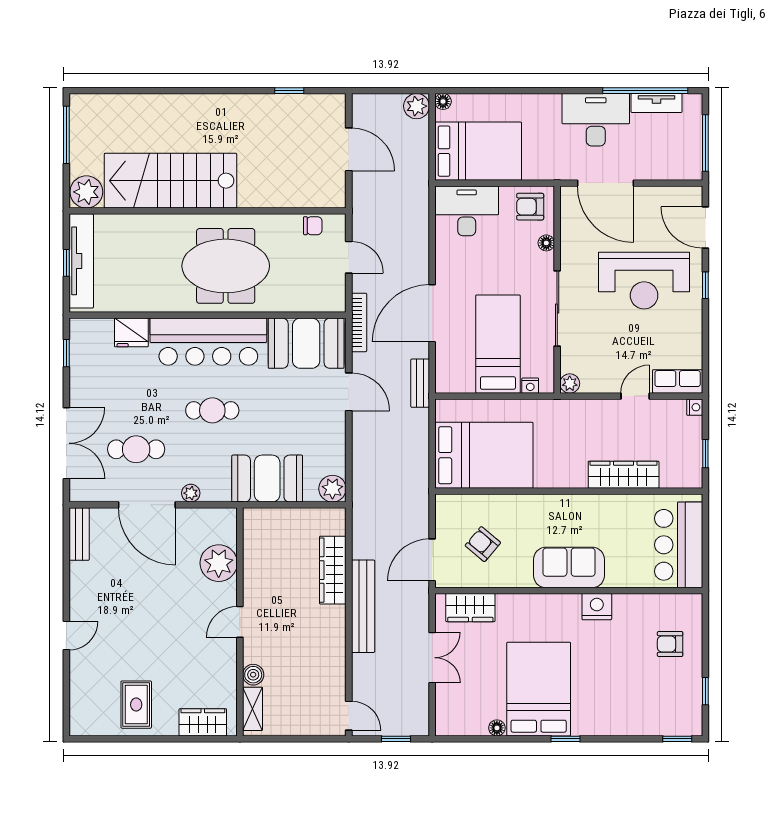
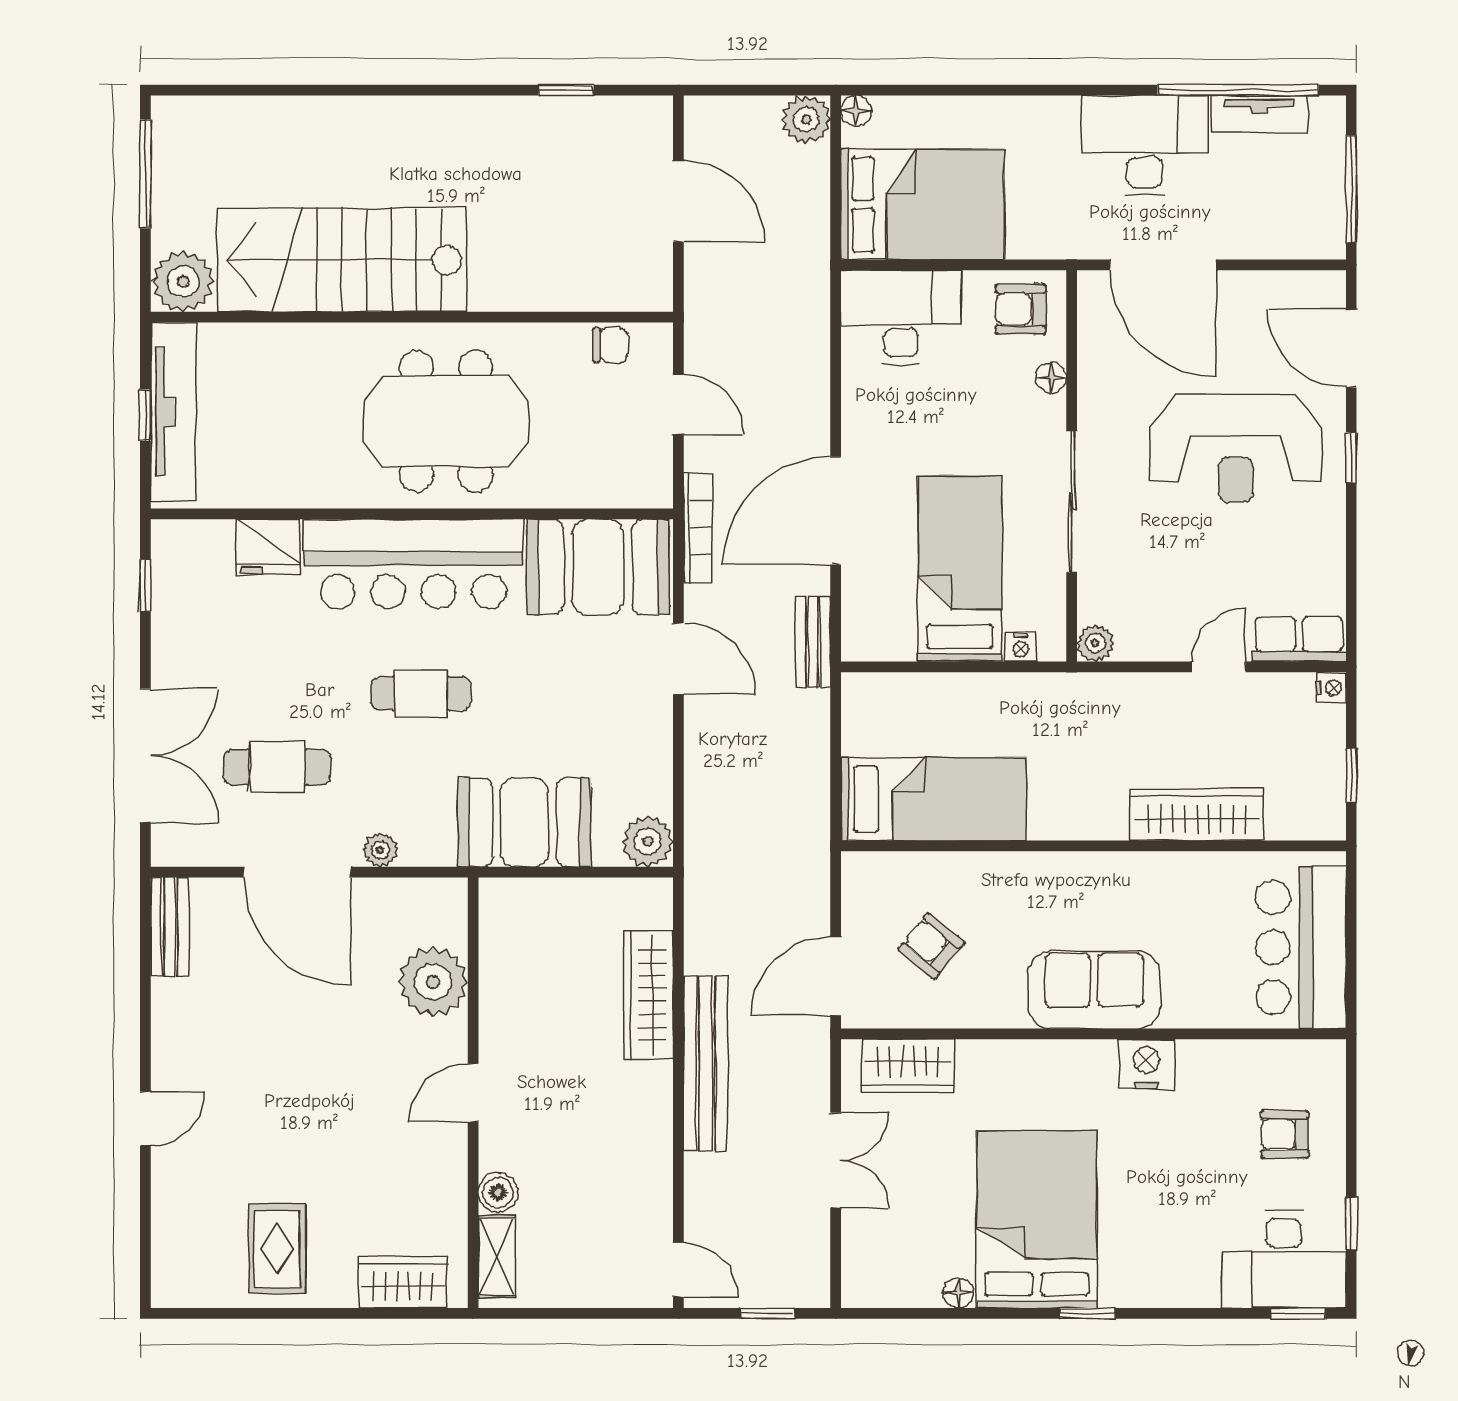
bed: (484, 455) -> (933, 799), width x0.67
desk: (670, 710) -> (1284, 1259), added

